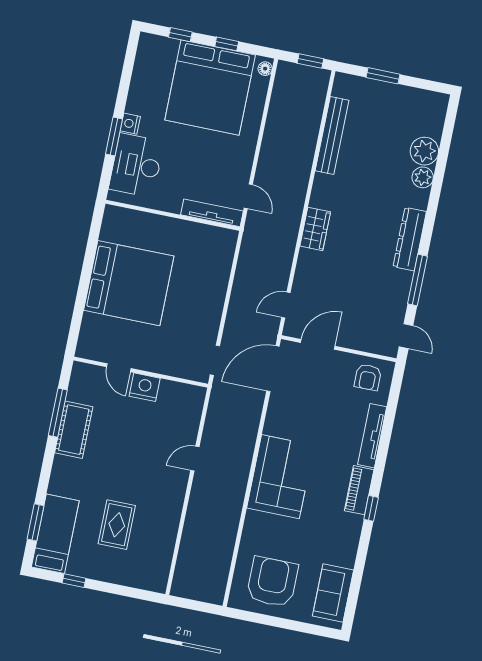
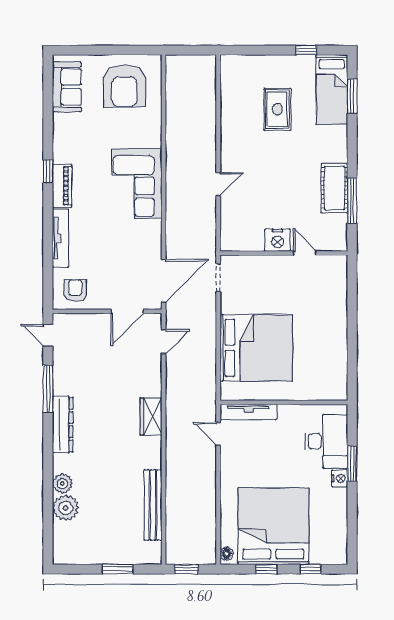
bed: (129, 283) -> (256, 348), moved, turned 180

